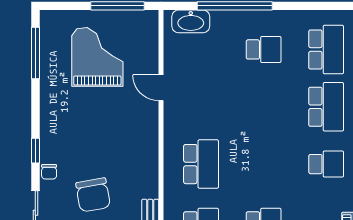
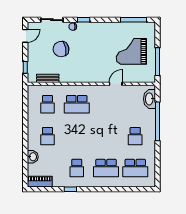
grand piano: (97, 57) -> (131, 51), turned 180

